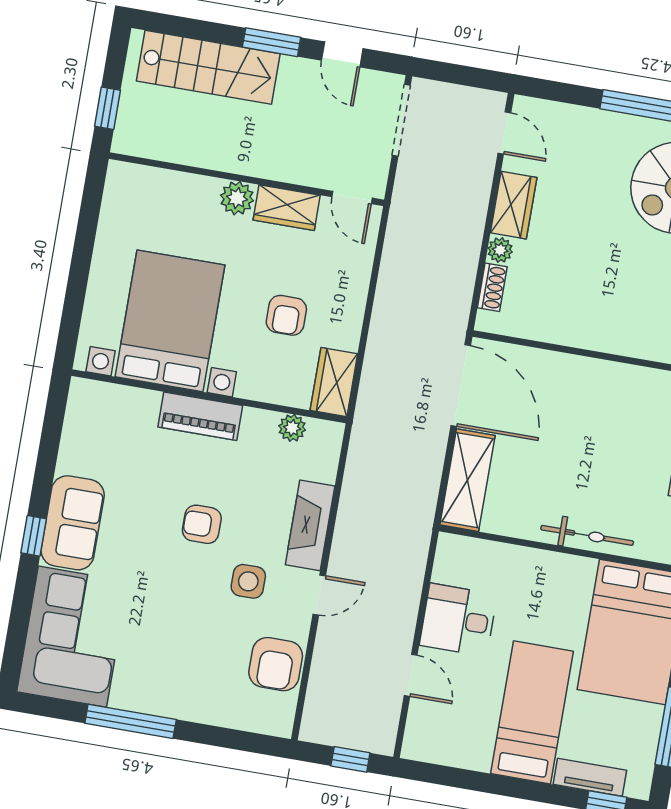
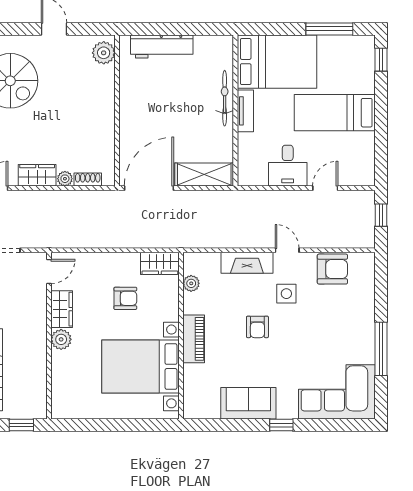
sofa: (73, 523) -> (248, 403), moved
tv unit: (590, 777) -> (245, 111), moved, turned 180

